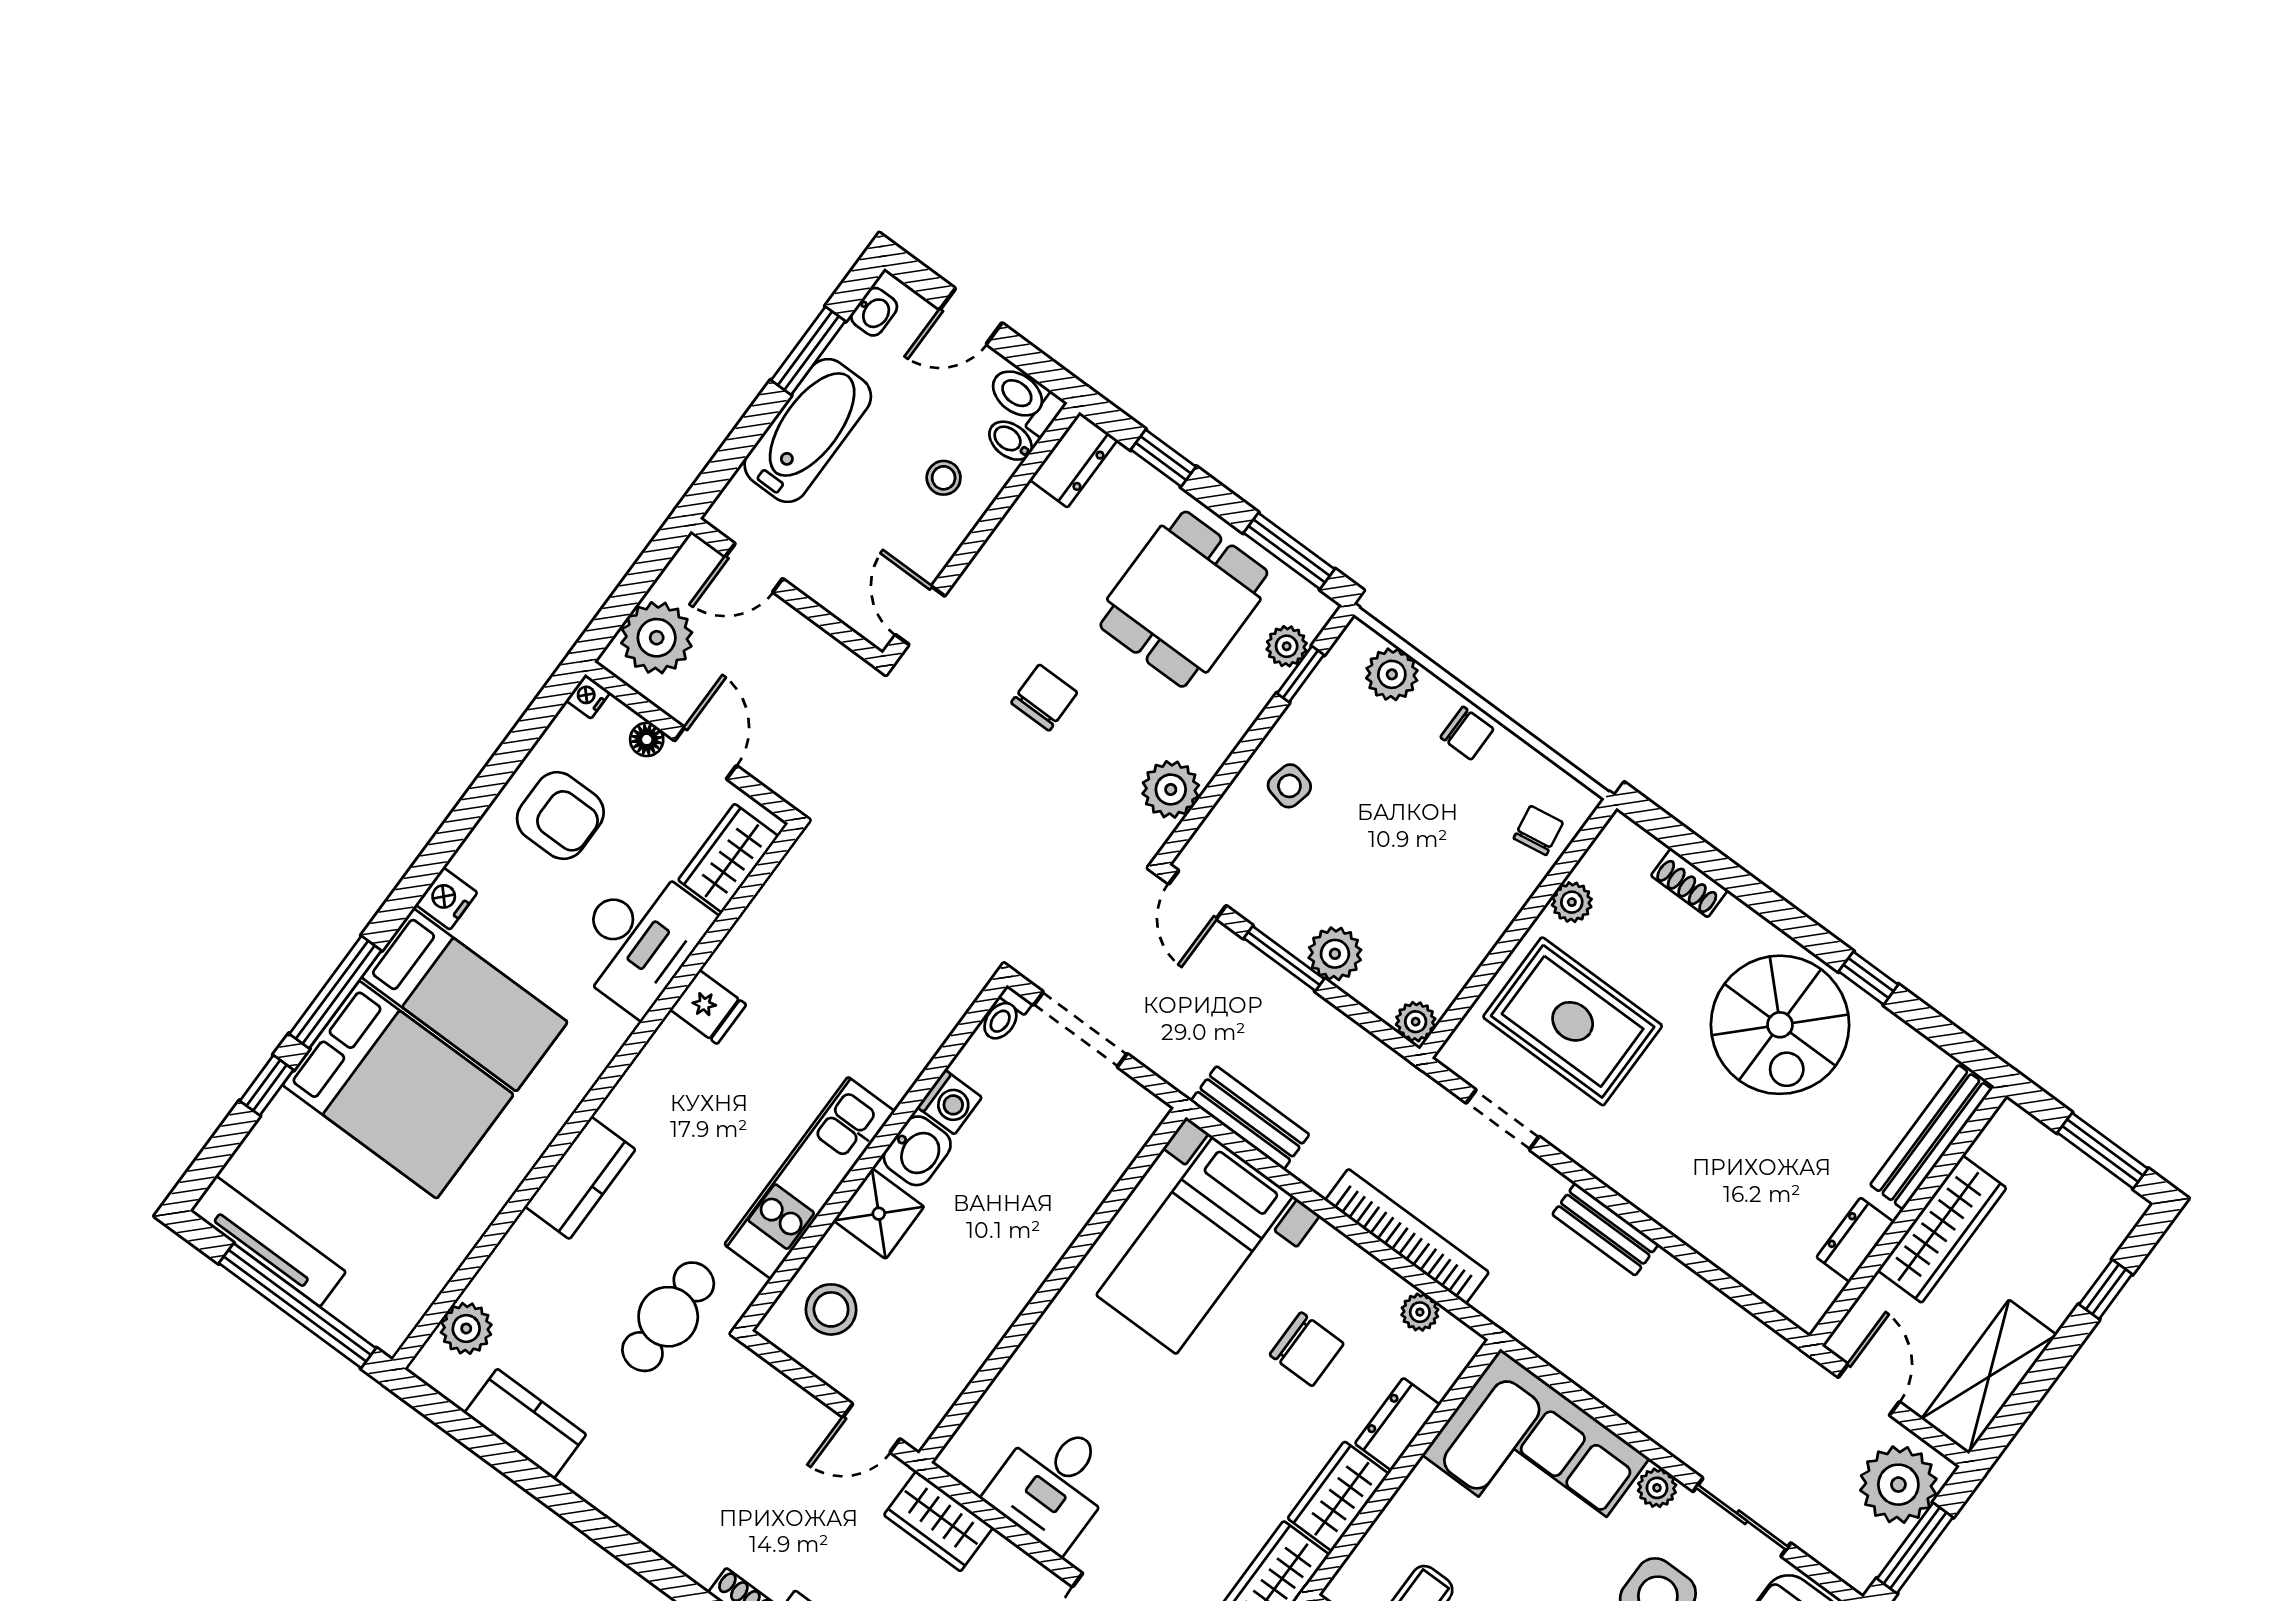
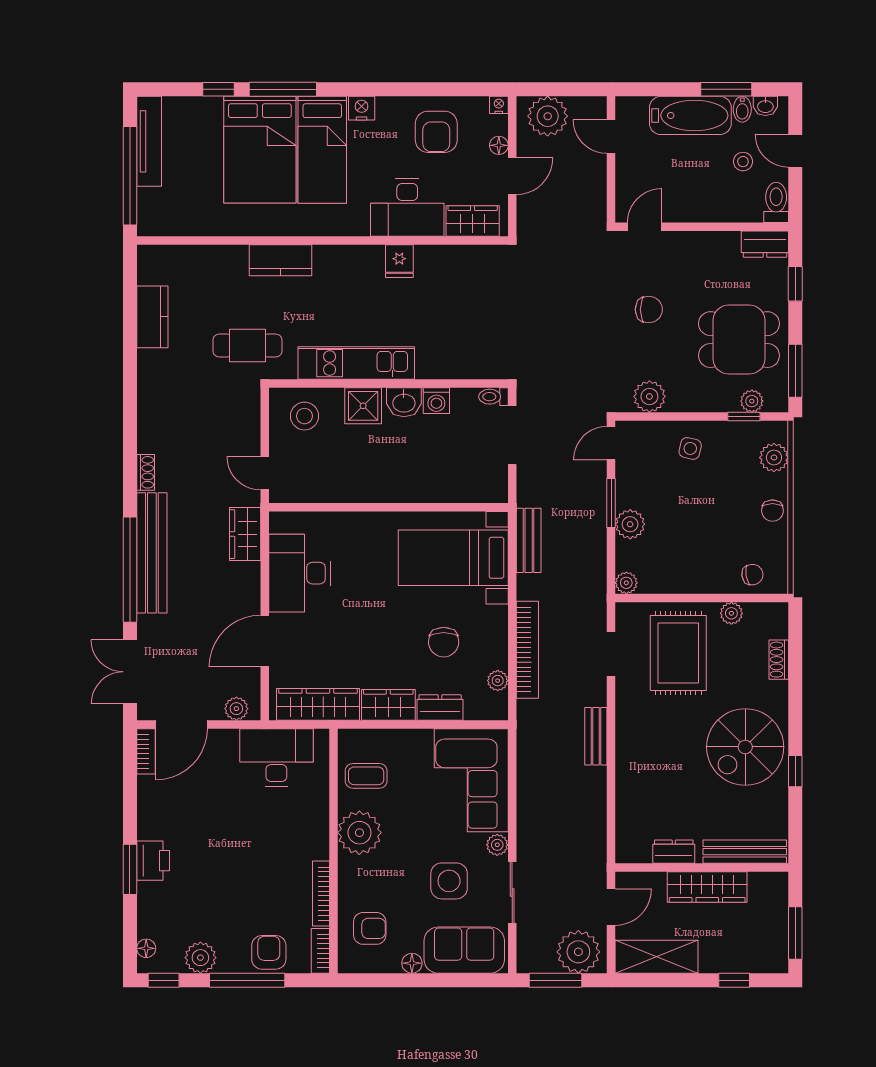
bidet: (1011, 441) -> (742, 109), moved, turned 180
stool: (944, 478) -> (743, 162), moved
plant: (466, 1328) -> (175, 259), removed
desk: (1053, 1484) -> (299, 573), width x1.37

